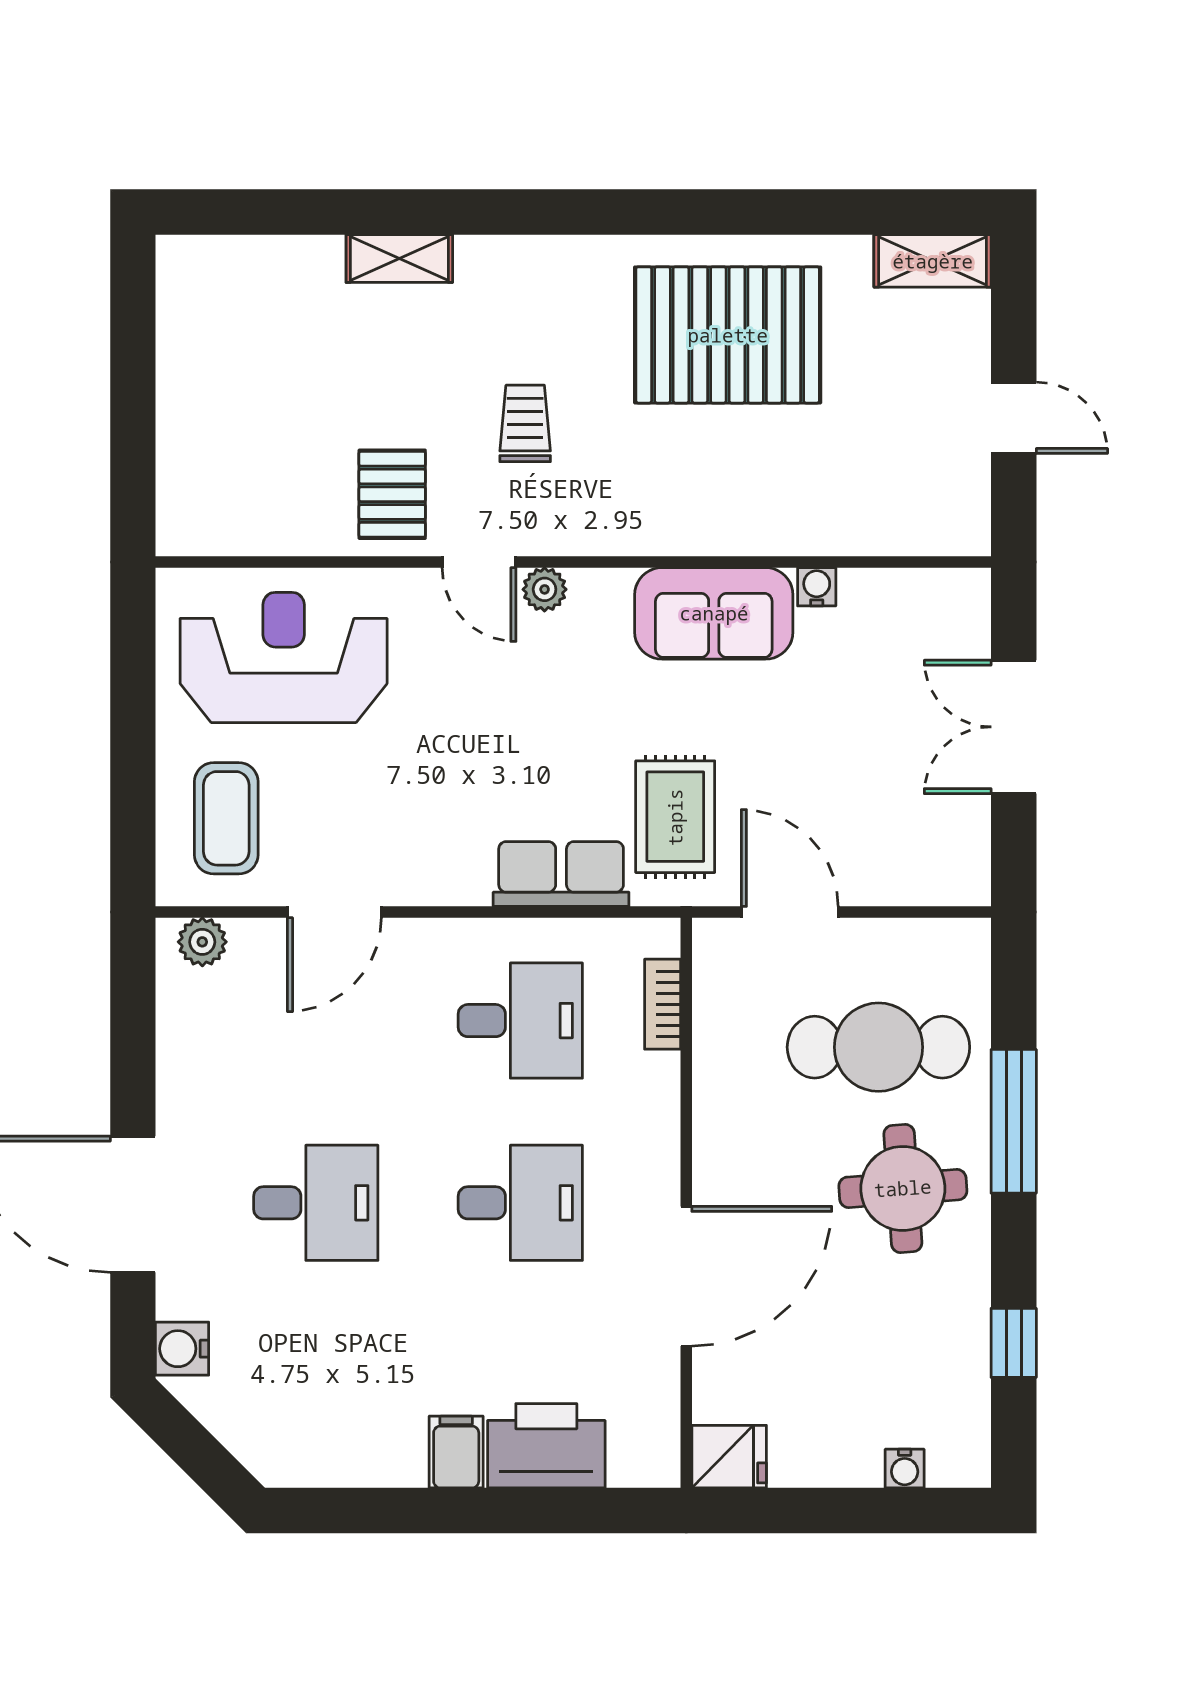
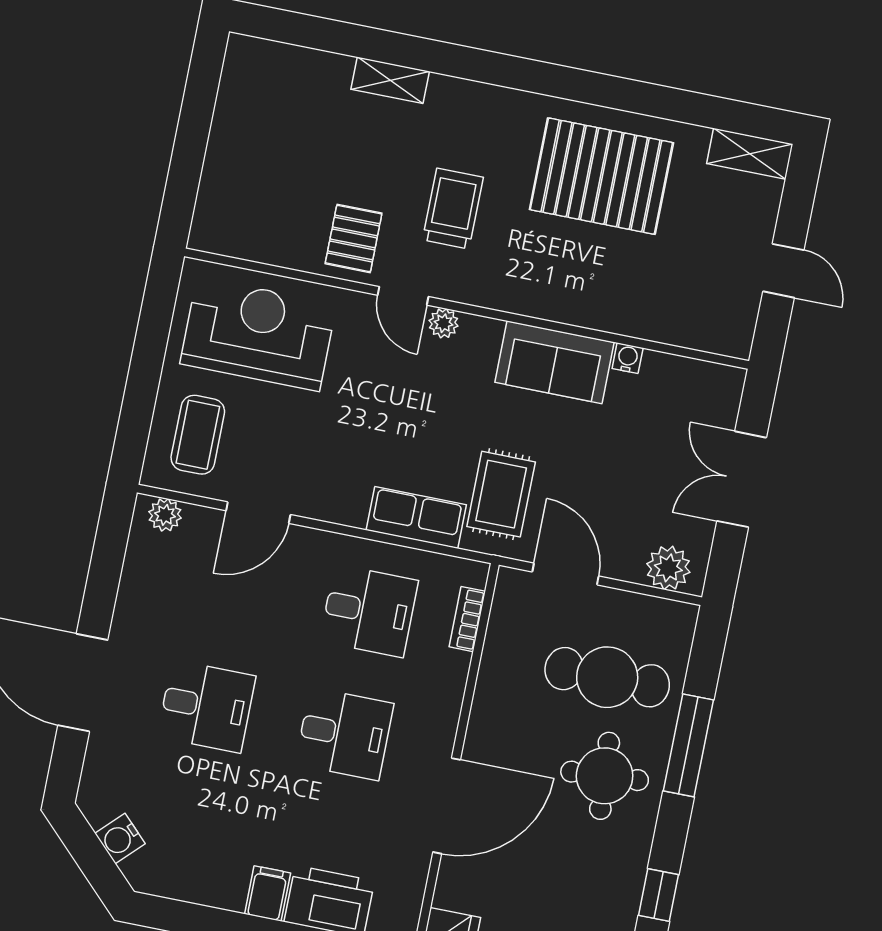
trolley: (525, 423) -> (453, 209), width x1.36, depth x1.39
plant: (935, 874) -> (668, 568), added
water cooler: (182, 1349) -> (120, 839), moved, turned -45

